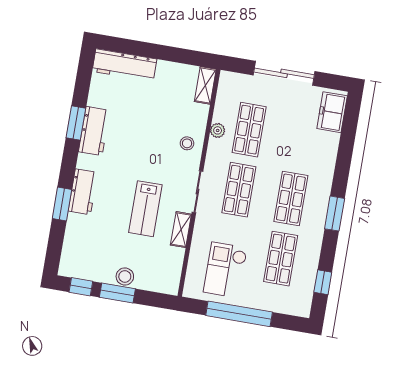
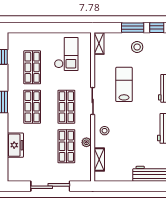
shelving: (205, 85) -> (99, 160), moved
freezer: (332, 112) -> (15, 145), moved
shelving: (181, 230) -> (99, 43), moved
stool: (125, 276) -> (137, 47), moved
window: (239, 314) -> (53, 28), removed

